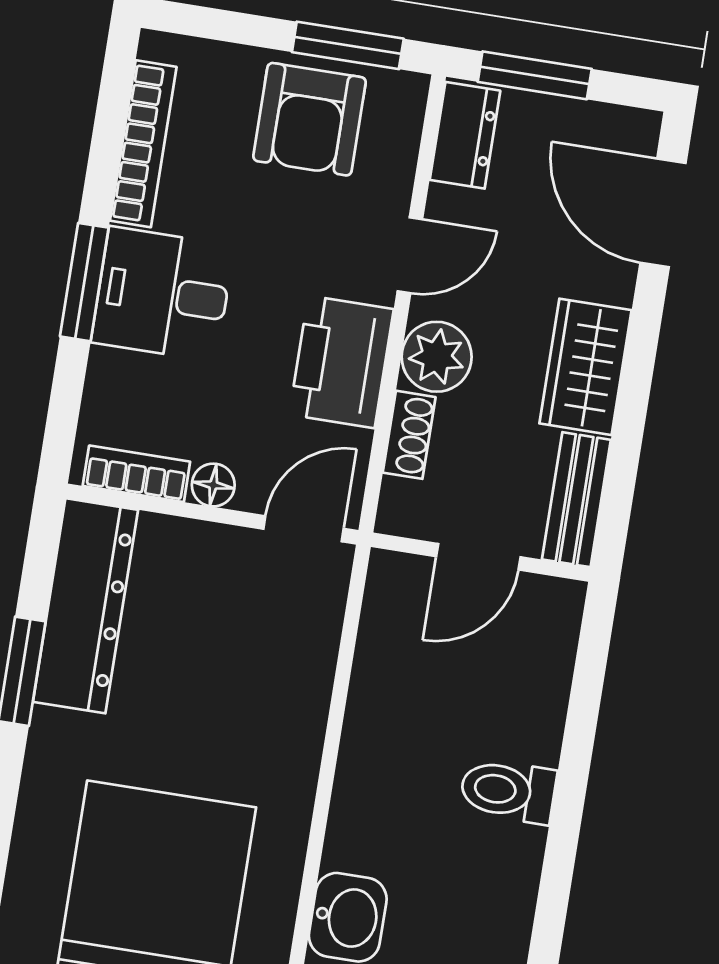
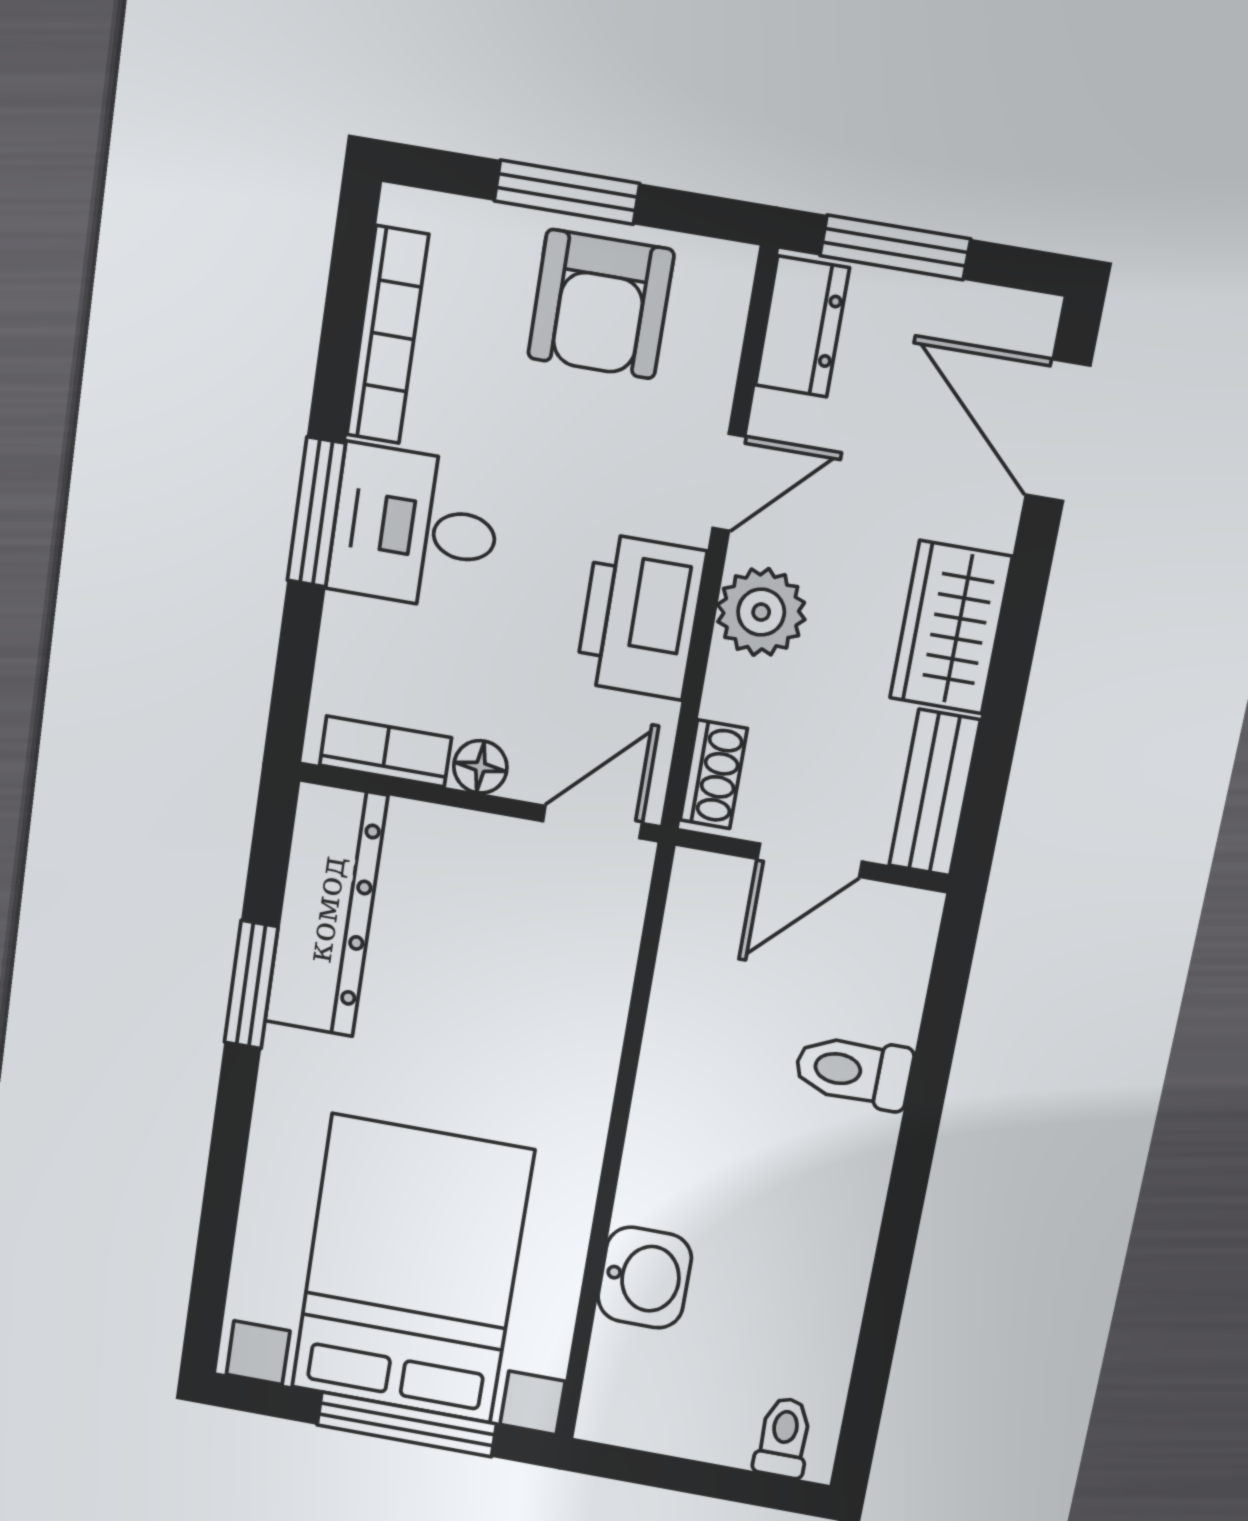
window: (348, 45) -> (567, 192), moved
shoe rack: (409, 435) -> (714, 774), moved
toilet: (508, 791) -> (853, 1071), moved

